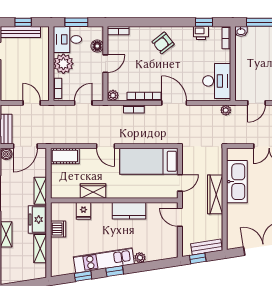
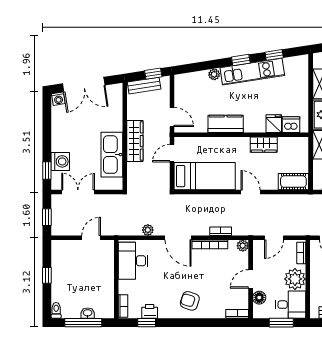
washbasin: (241, 31) -> (88, 313), moved
armchair: (163, 43) -> (190, 301), turned -124
plant: (226, 110) -> (148, 230), moved
dishwasher: (58, 229) -> (291, 125), moved, turned 90

